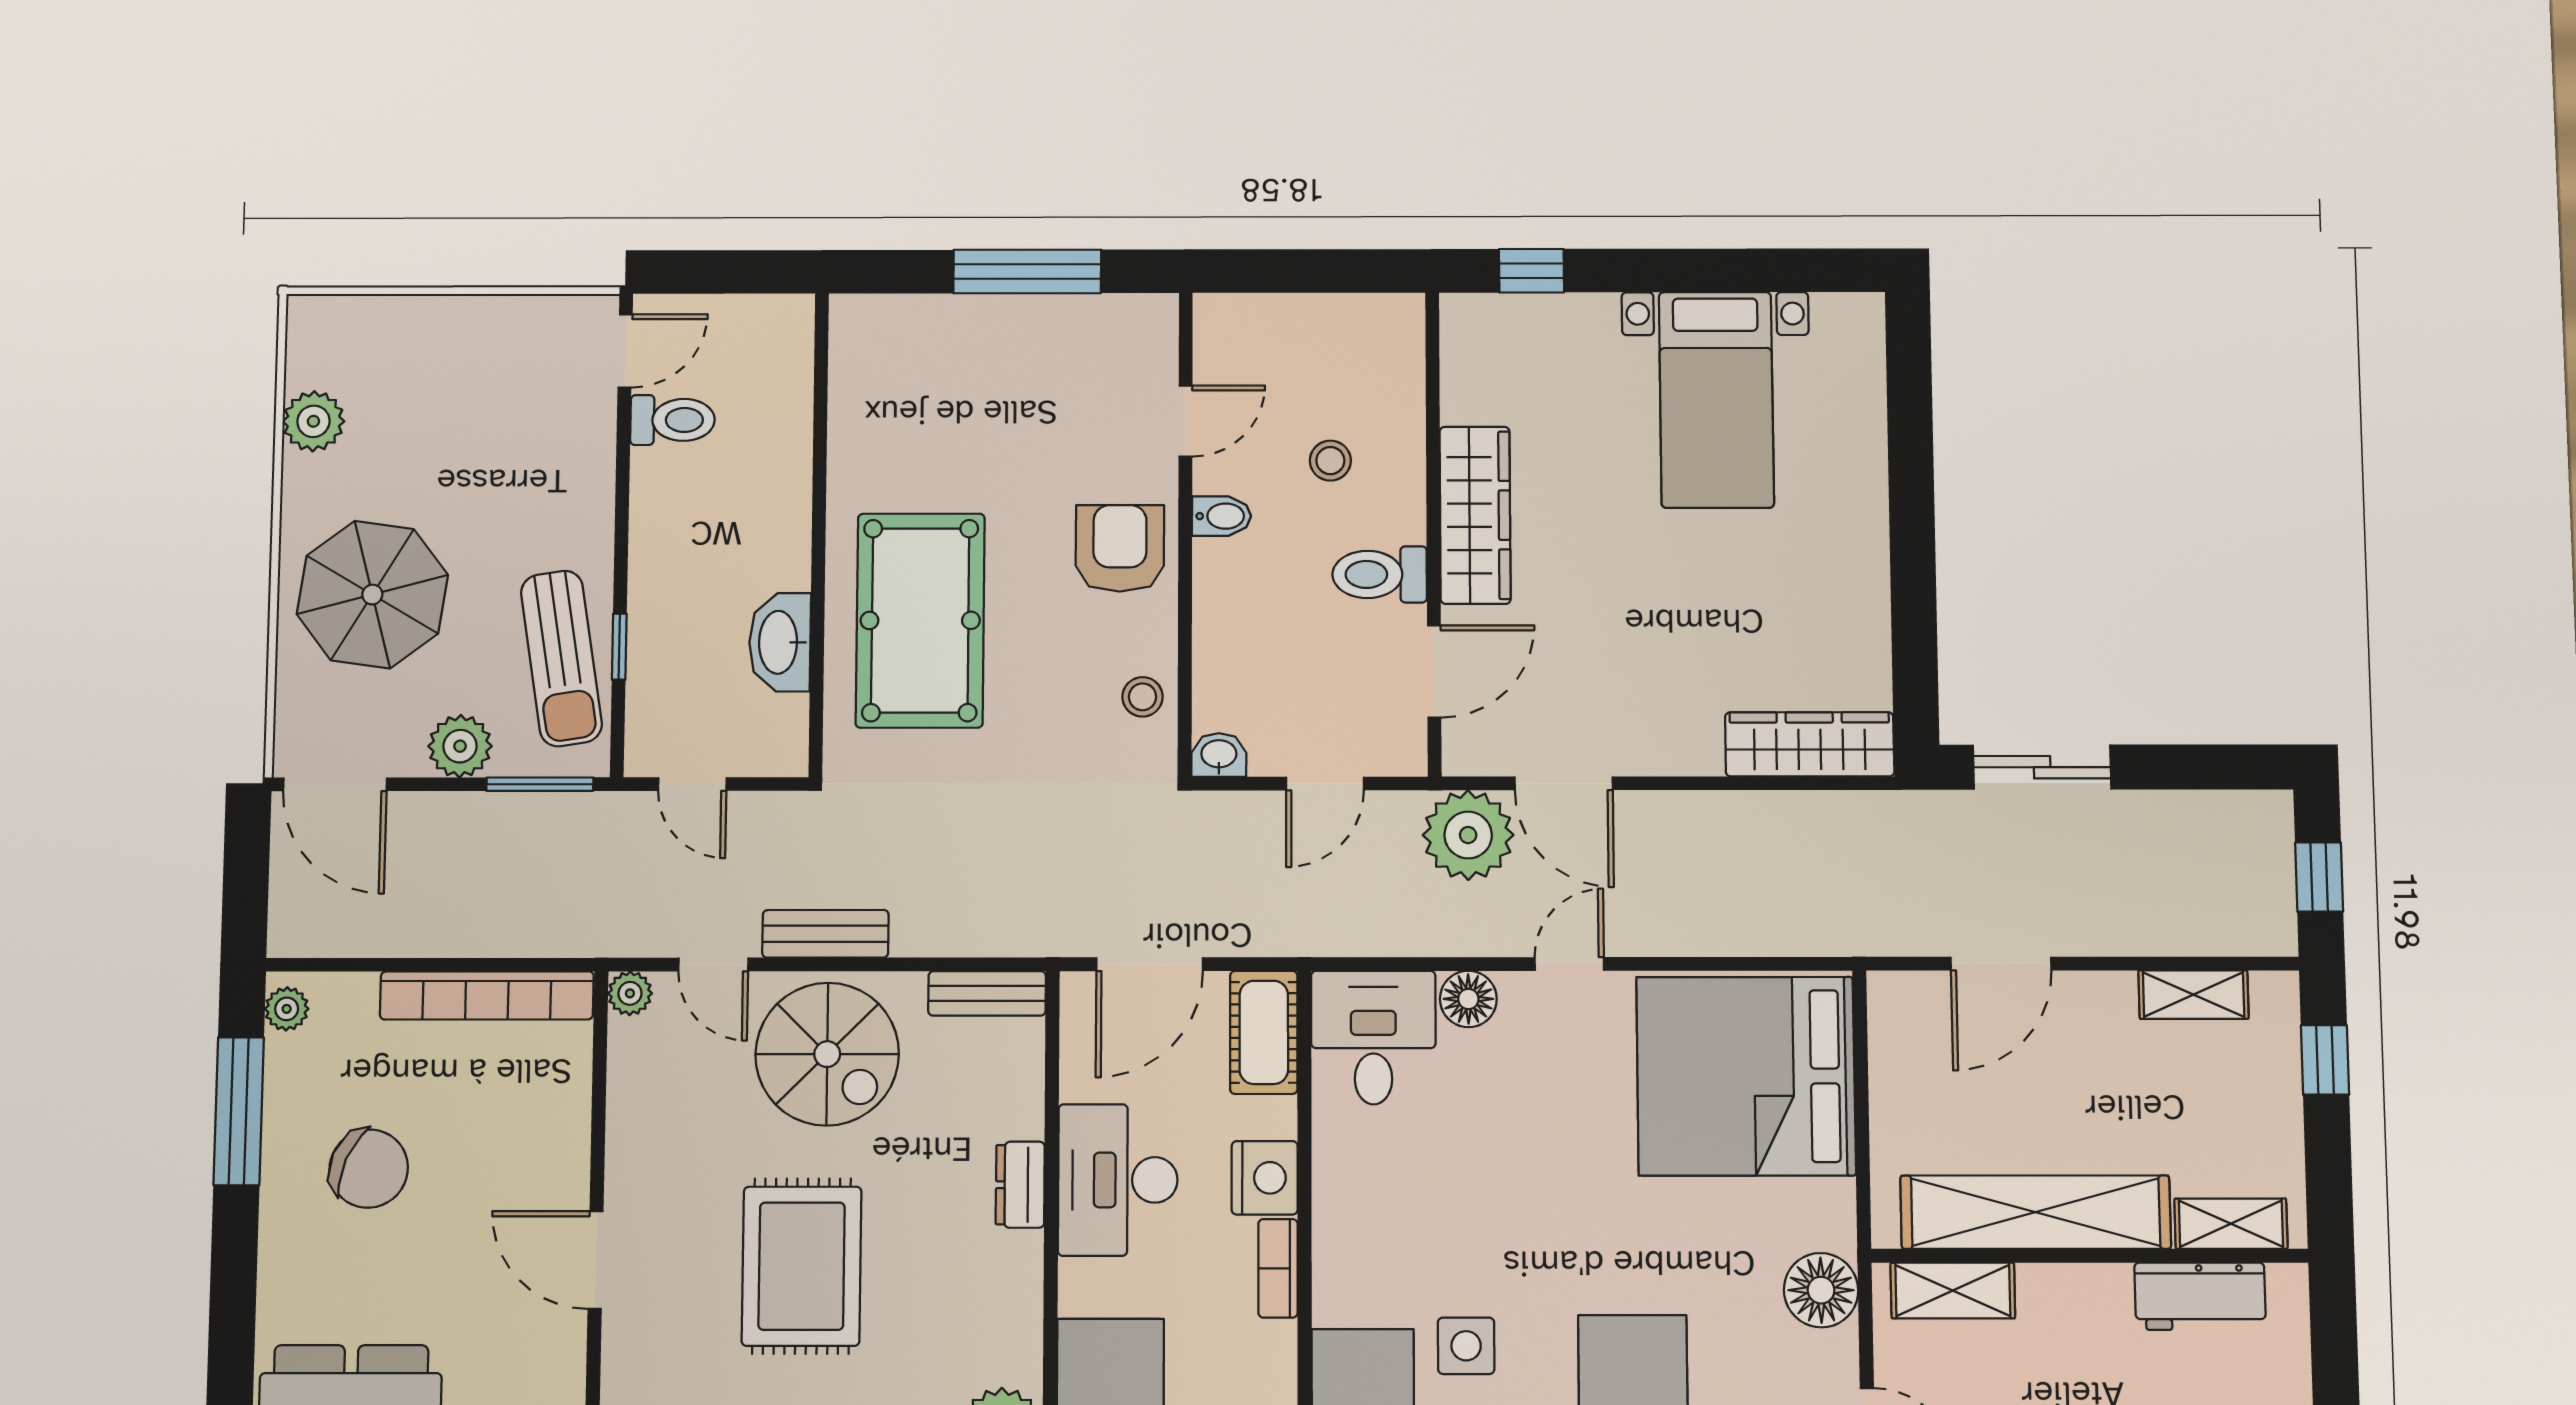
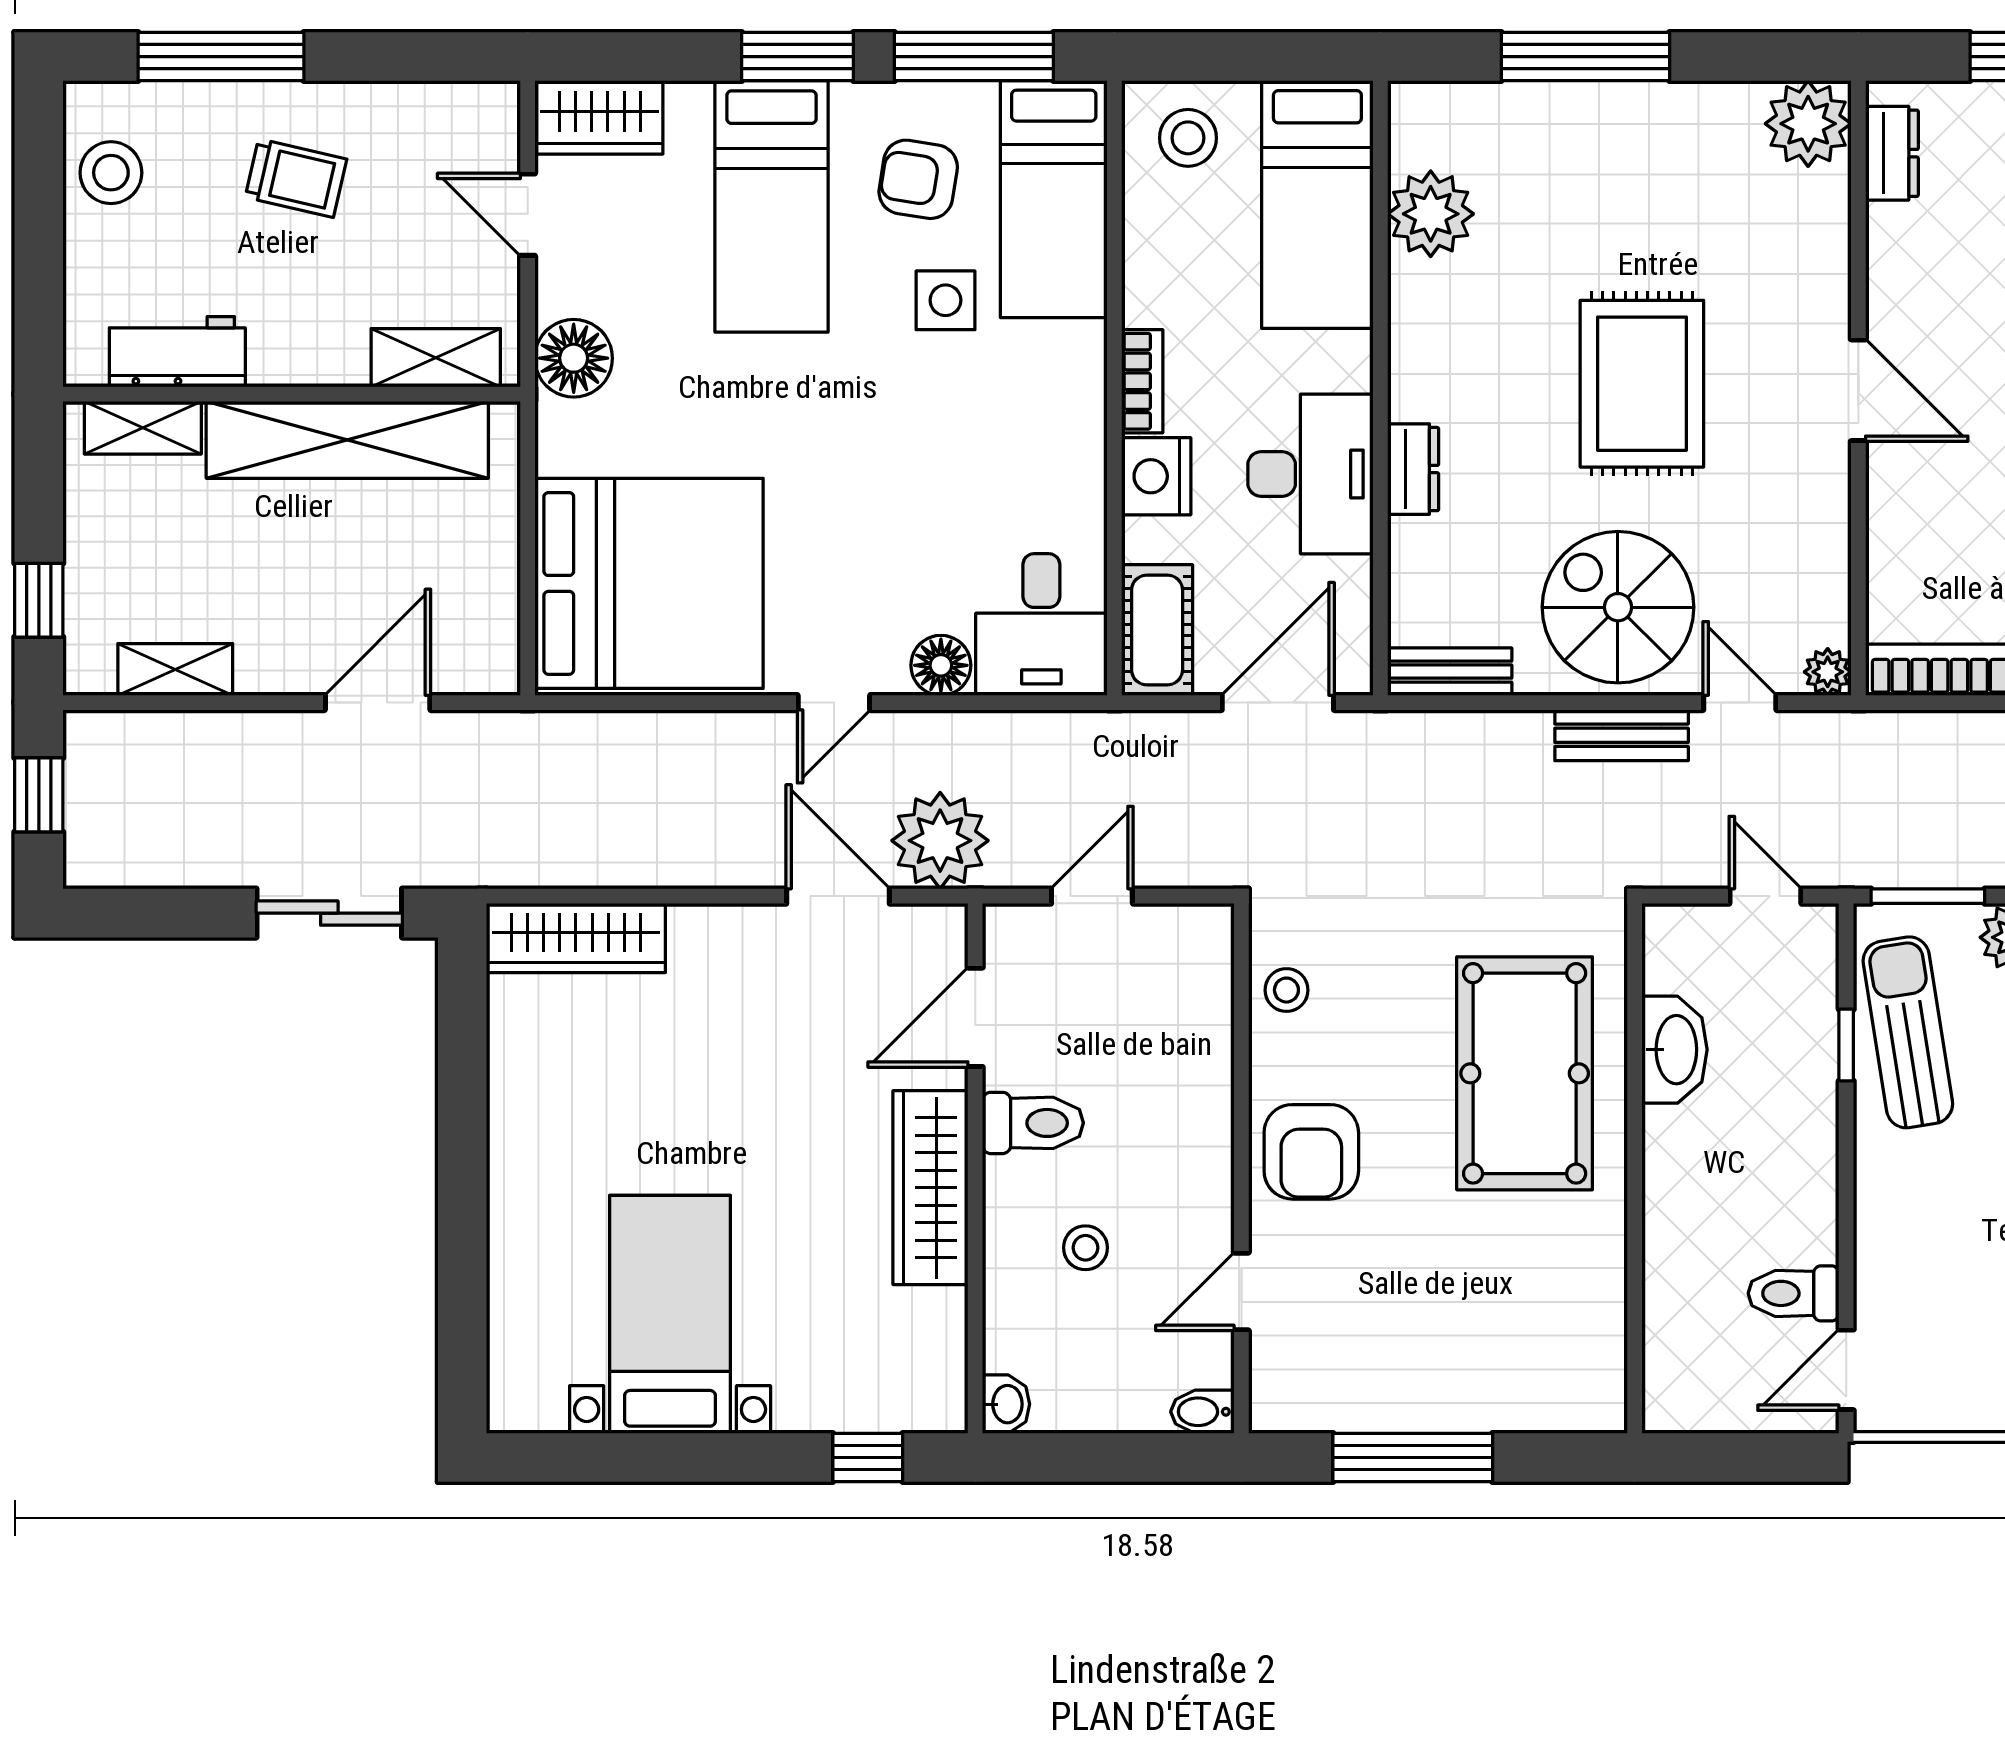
bidet: (1222, 516) -> (1202, 1412), moved
washbasin: (1219, 755) -> (1006, 1404), moved, turned -90

